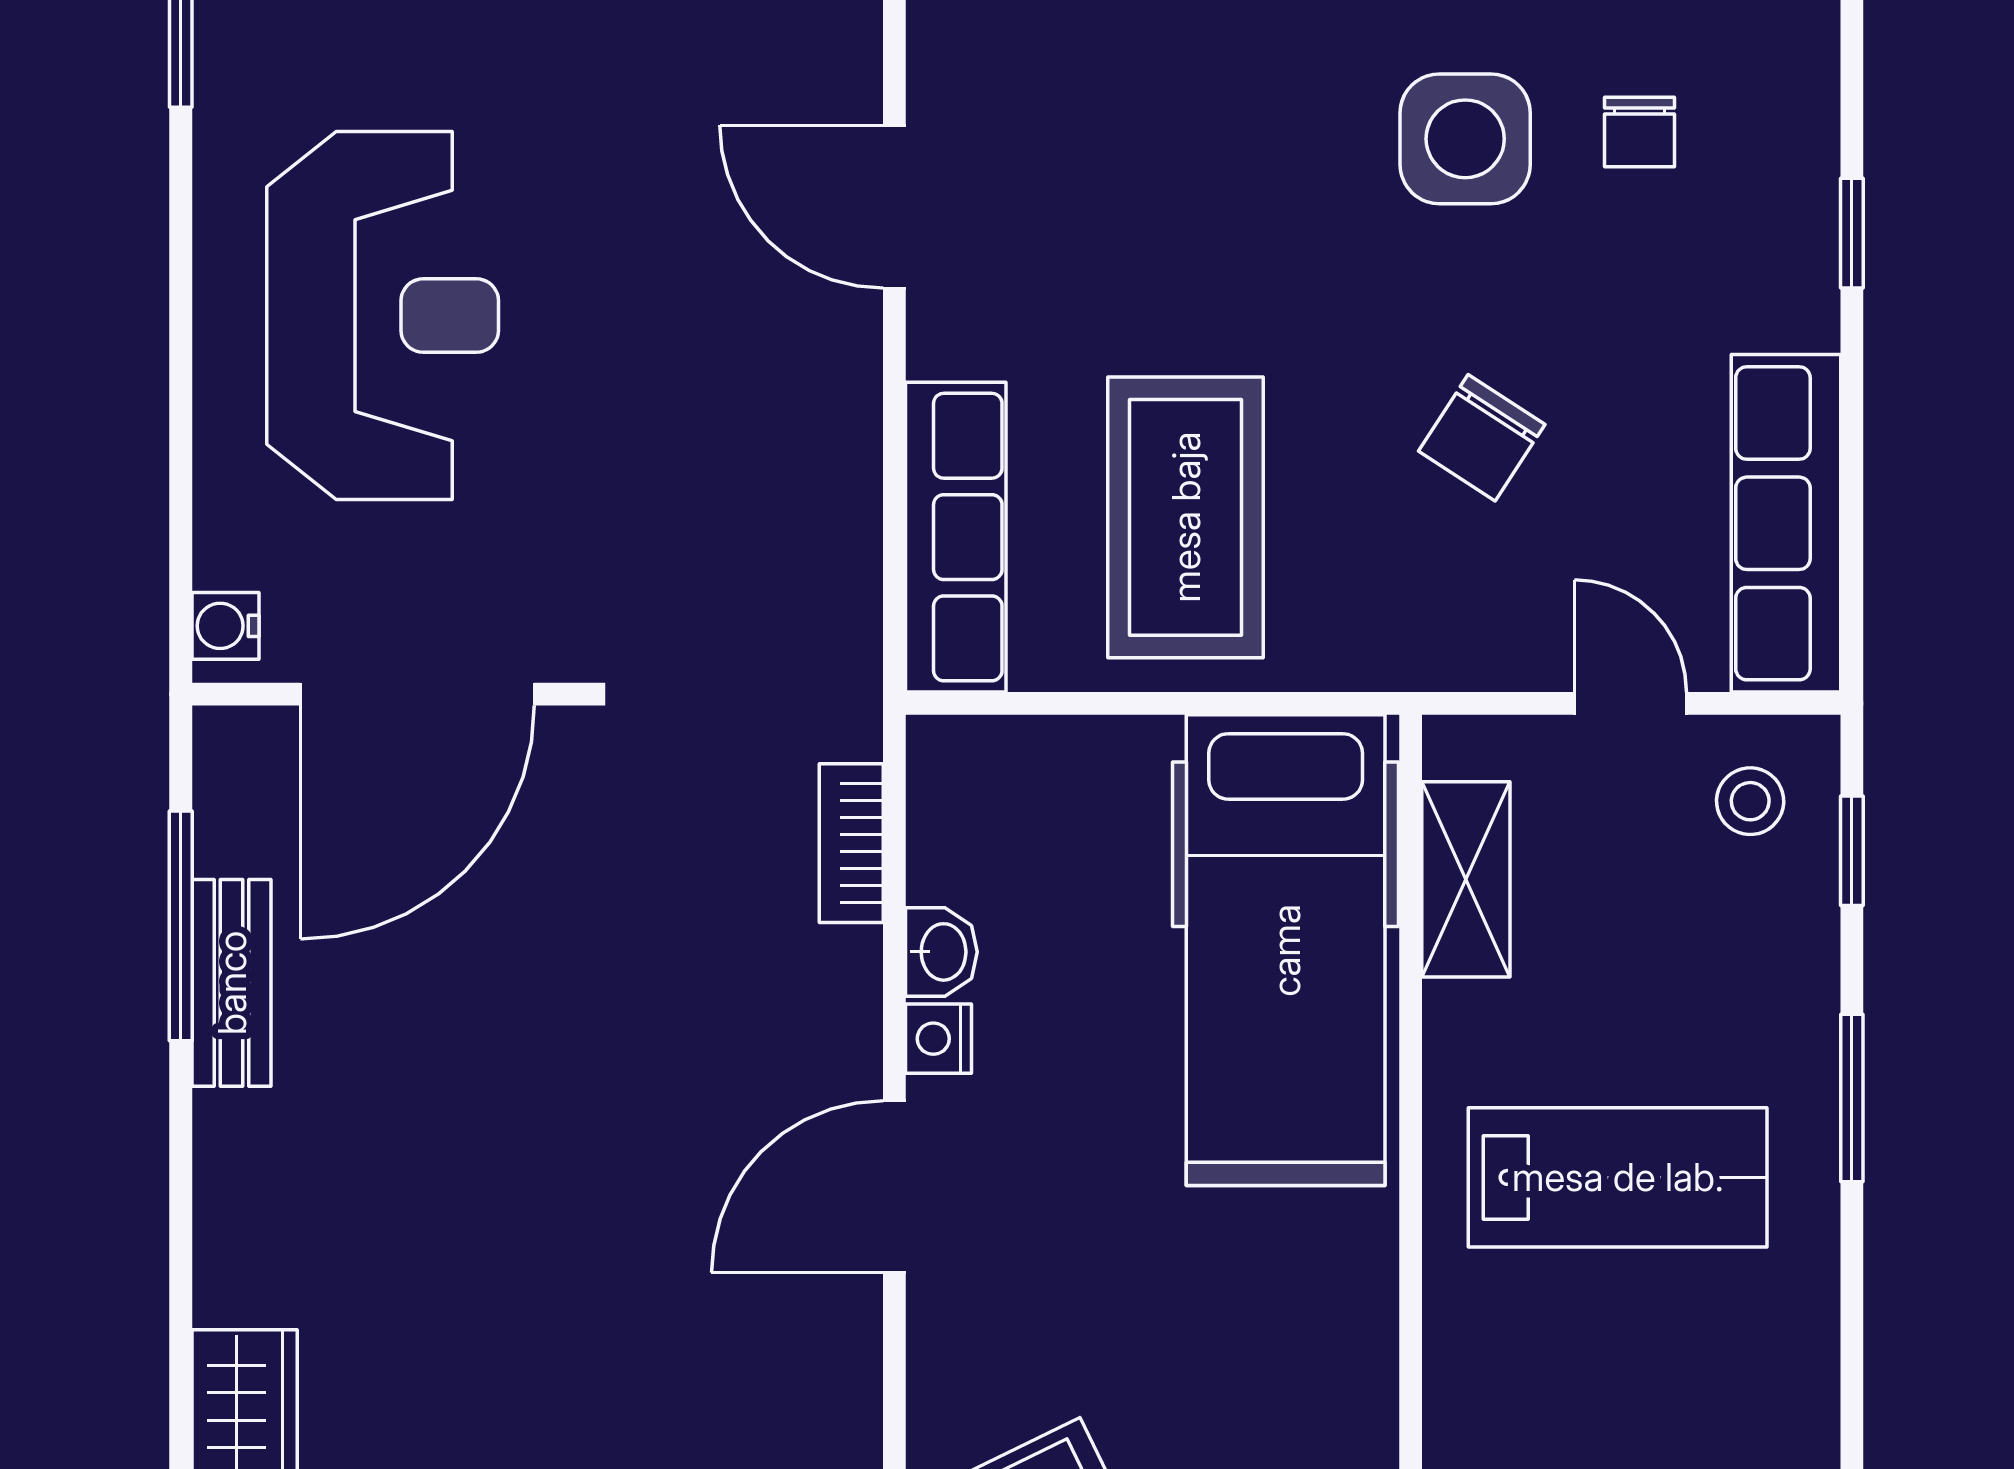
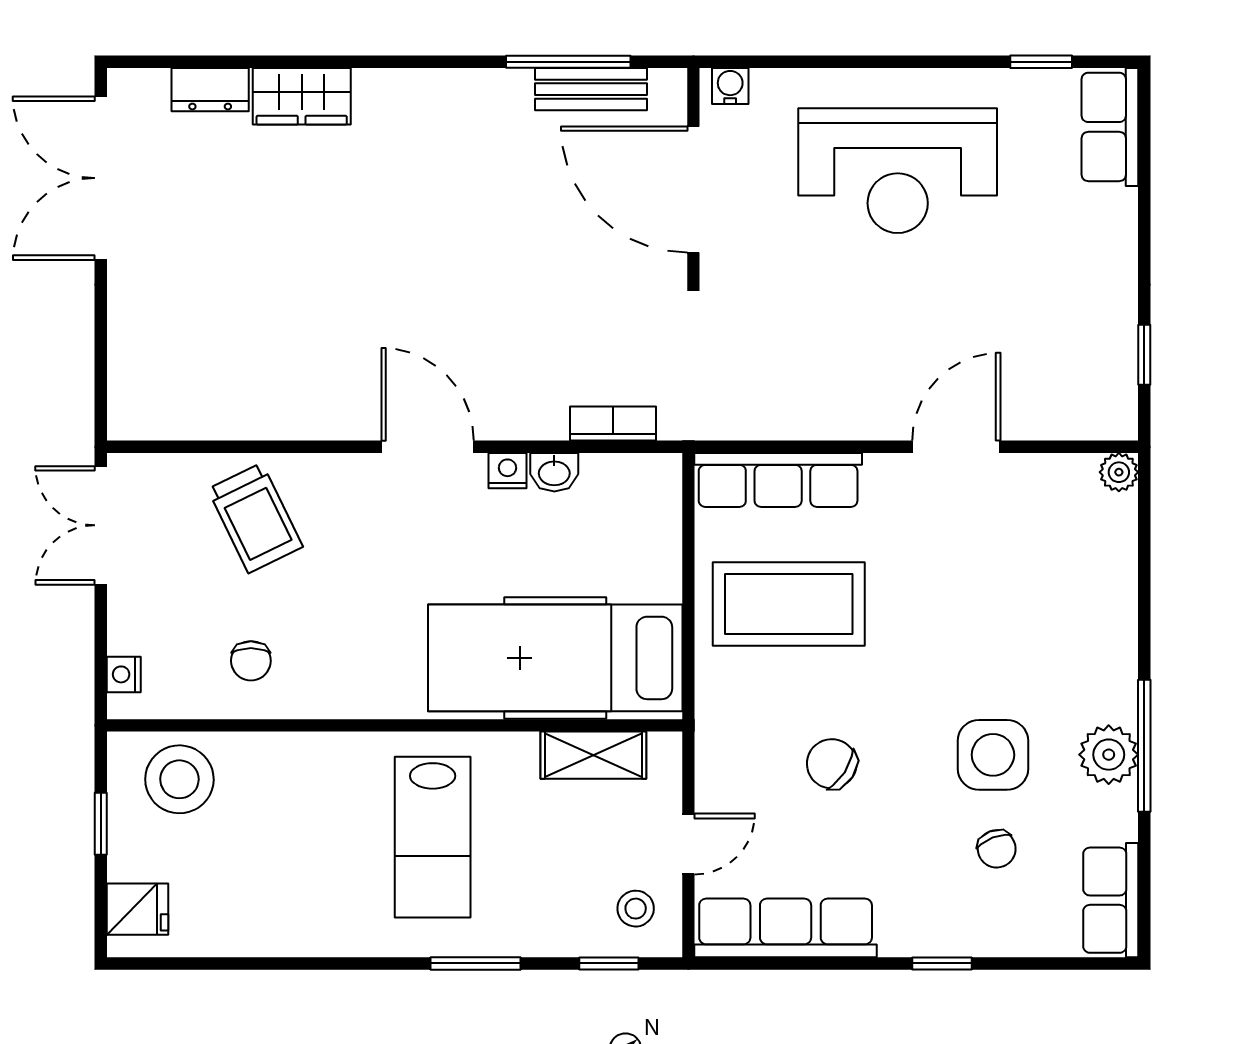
chair: (1639, 132) -> (997, 849), turned -111
bench: (232, 983) -> (591, 89), moved

